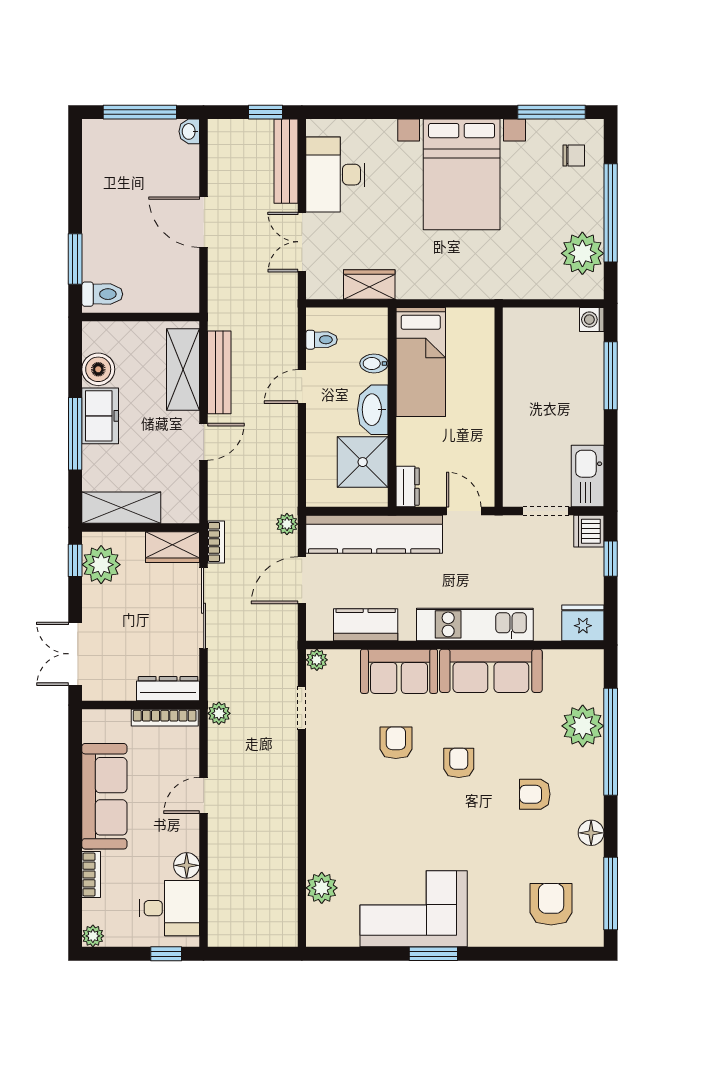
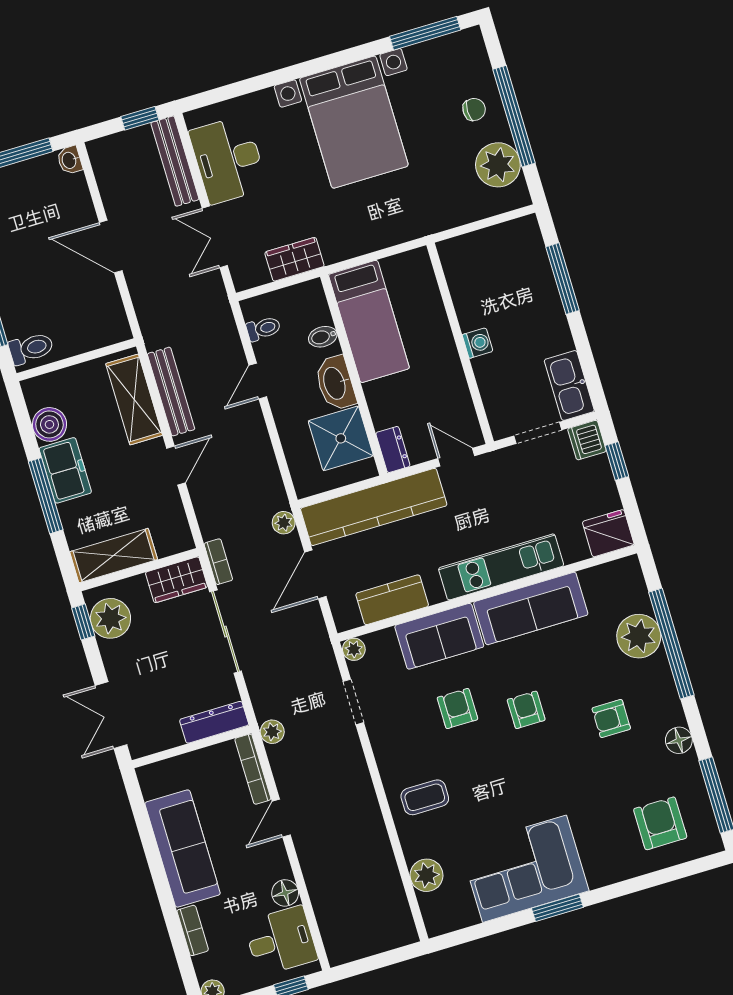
chair: (574, 155) -> (474, 109), moved
washing machine: (592, 320) -> (478, 343), moved, turned 180
bookcase: (165, 718) -> (253, 769), moved, turned 90
coffee table: (341, 816) -> (425, 797), added

